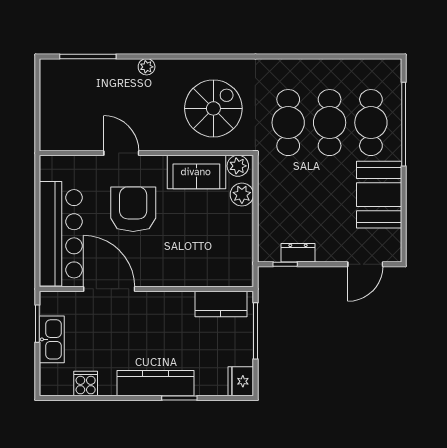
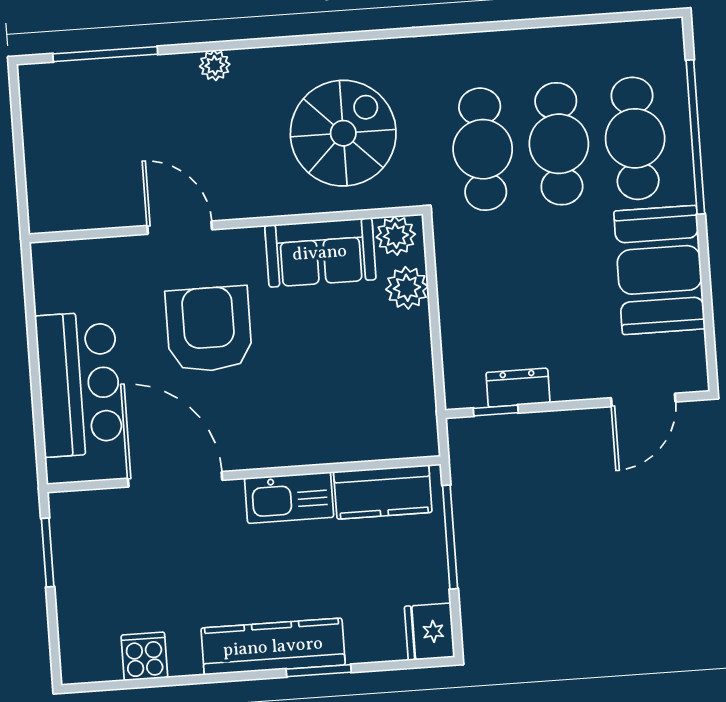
bar counter: (61, 234) -> (79, 384), width x0.73
kitchen sink: (52, 339) -> (289, 498), moved, turned 90

